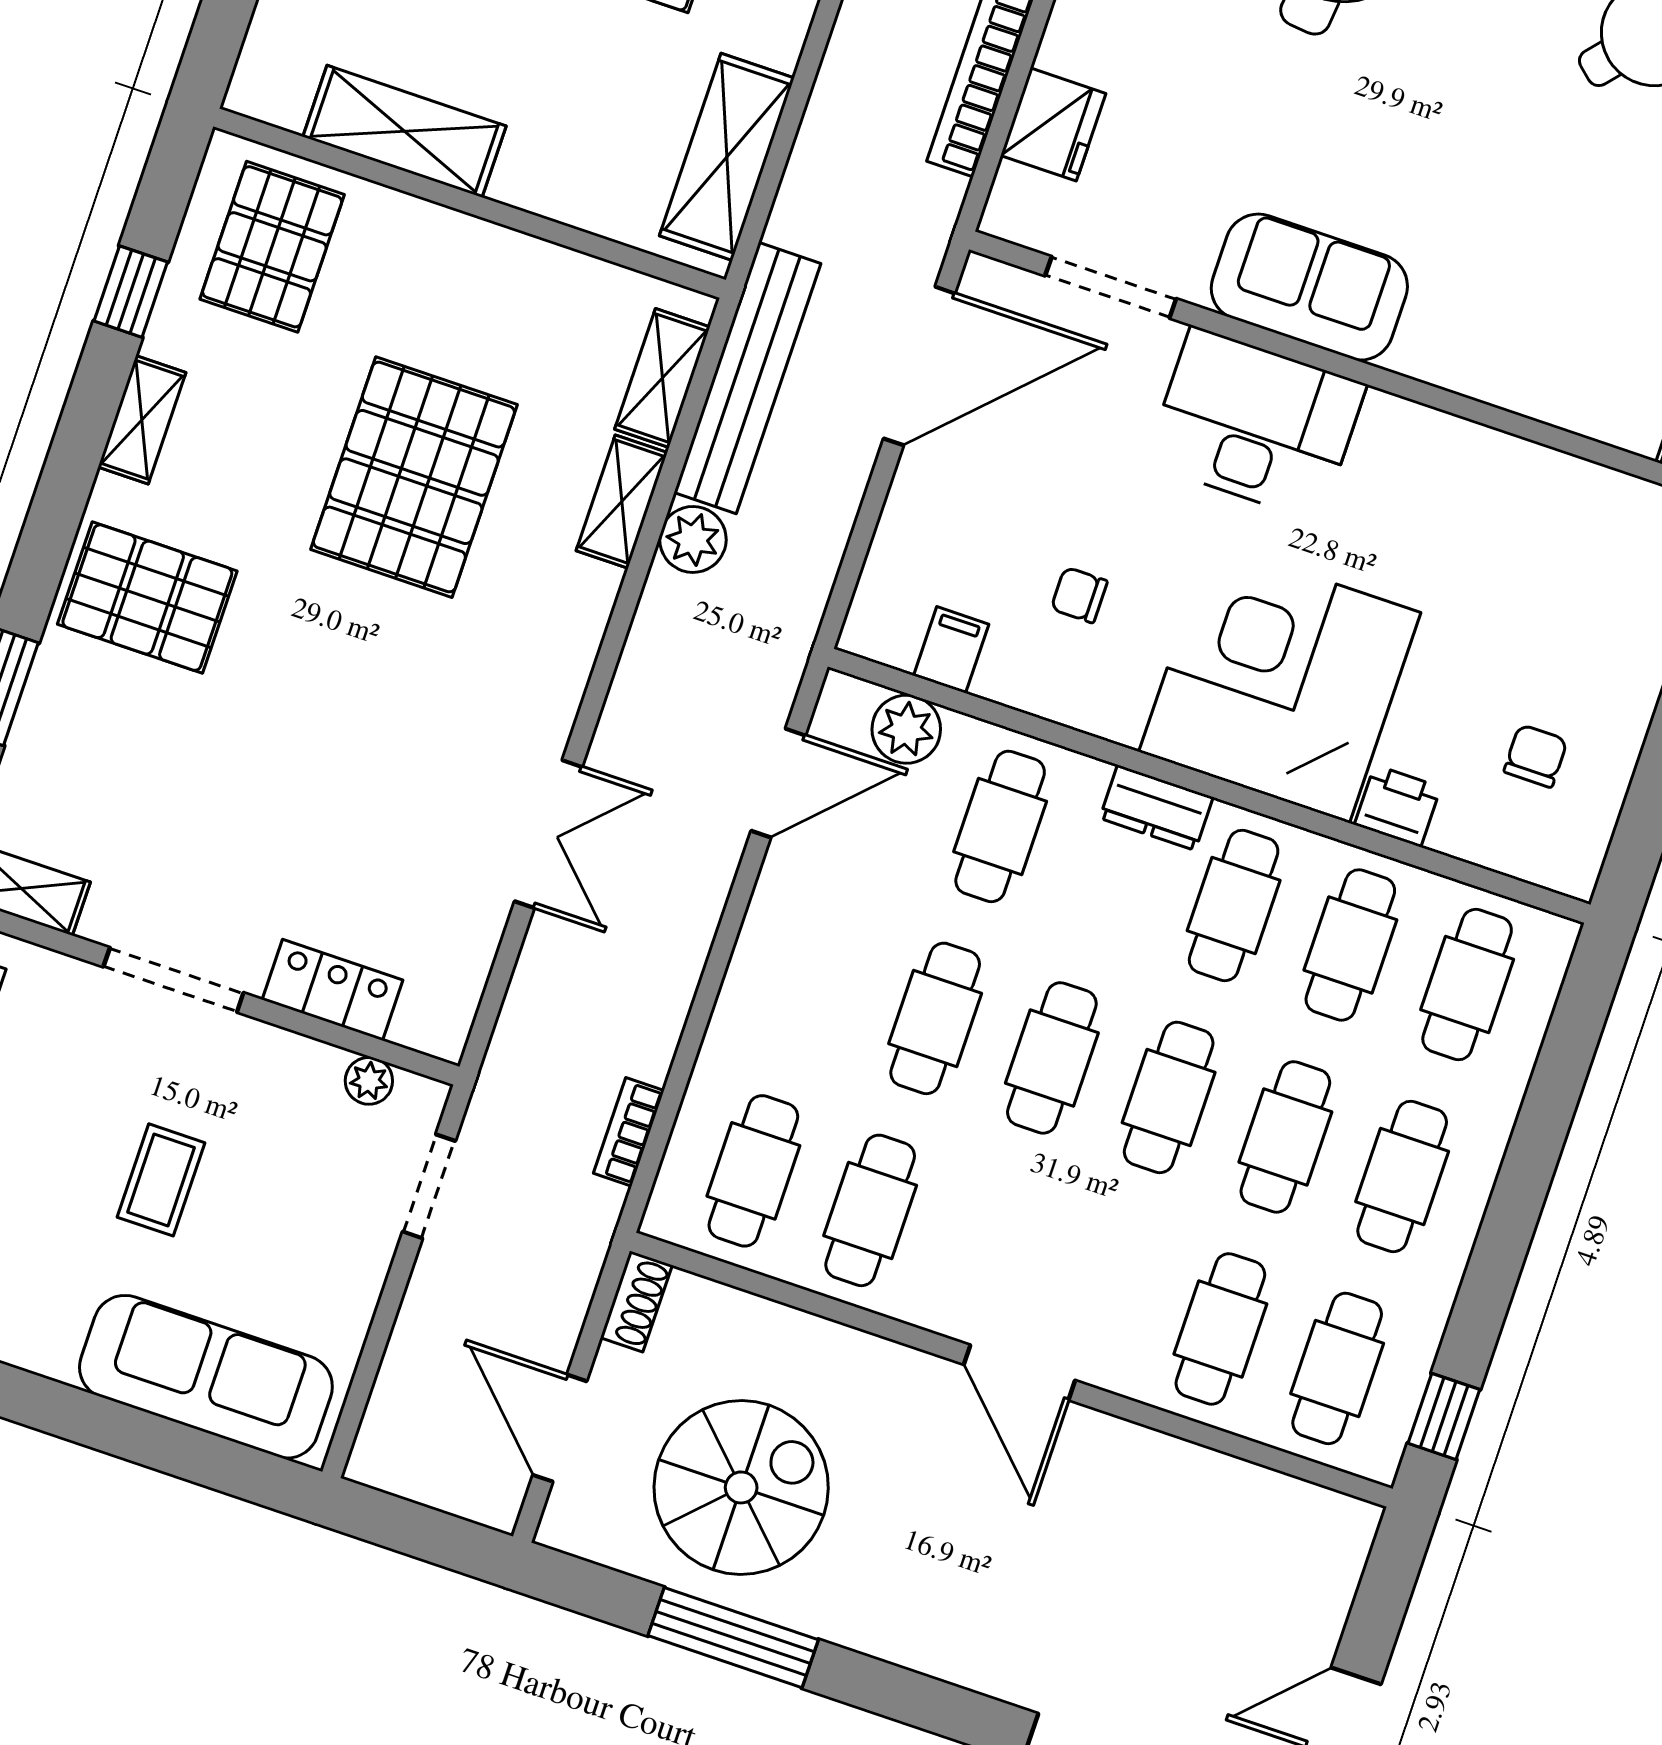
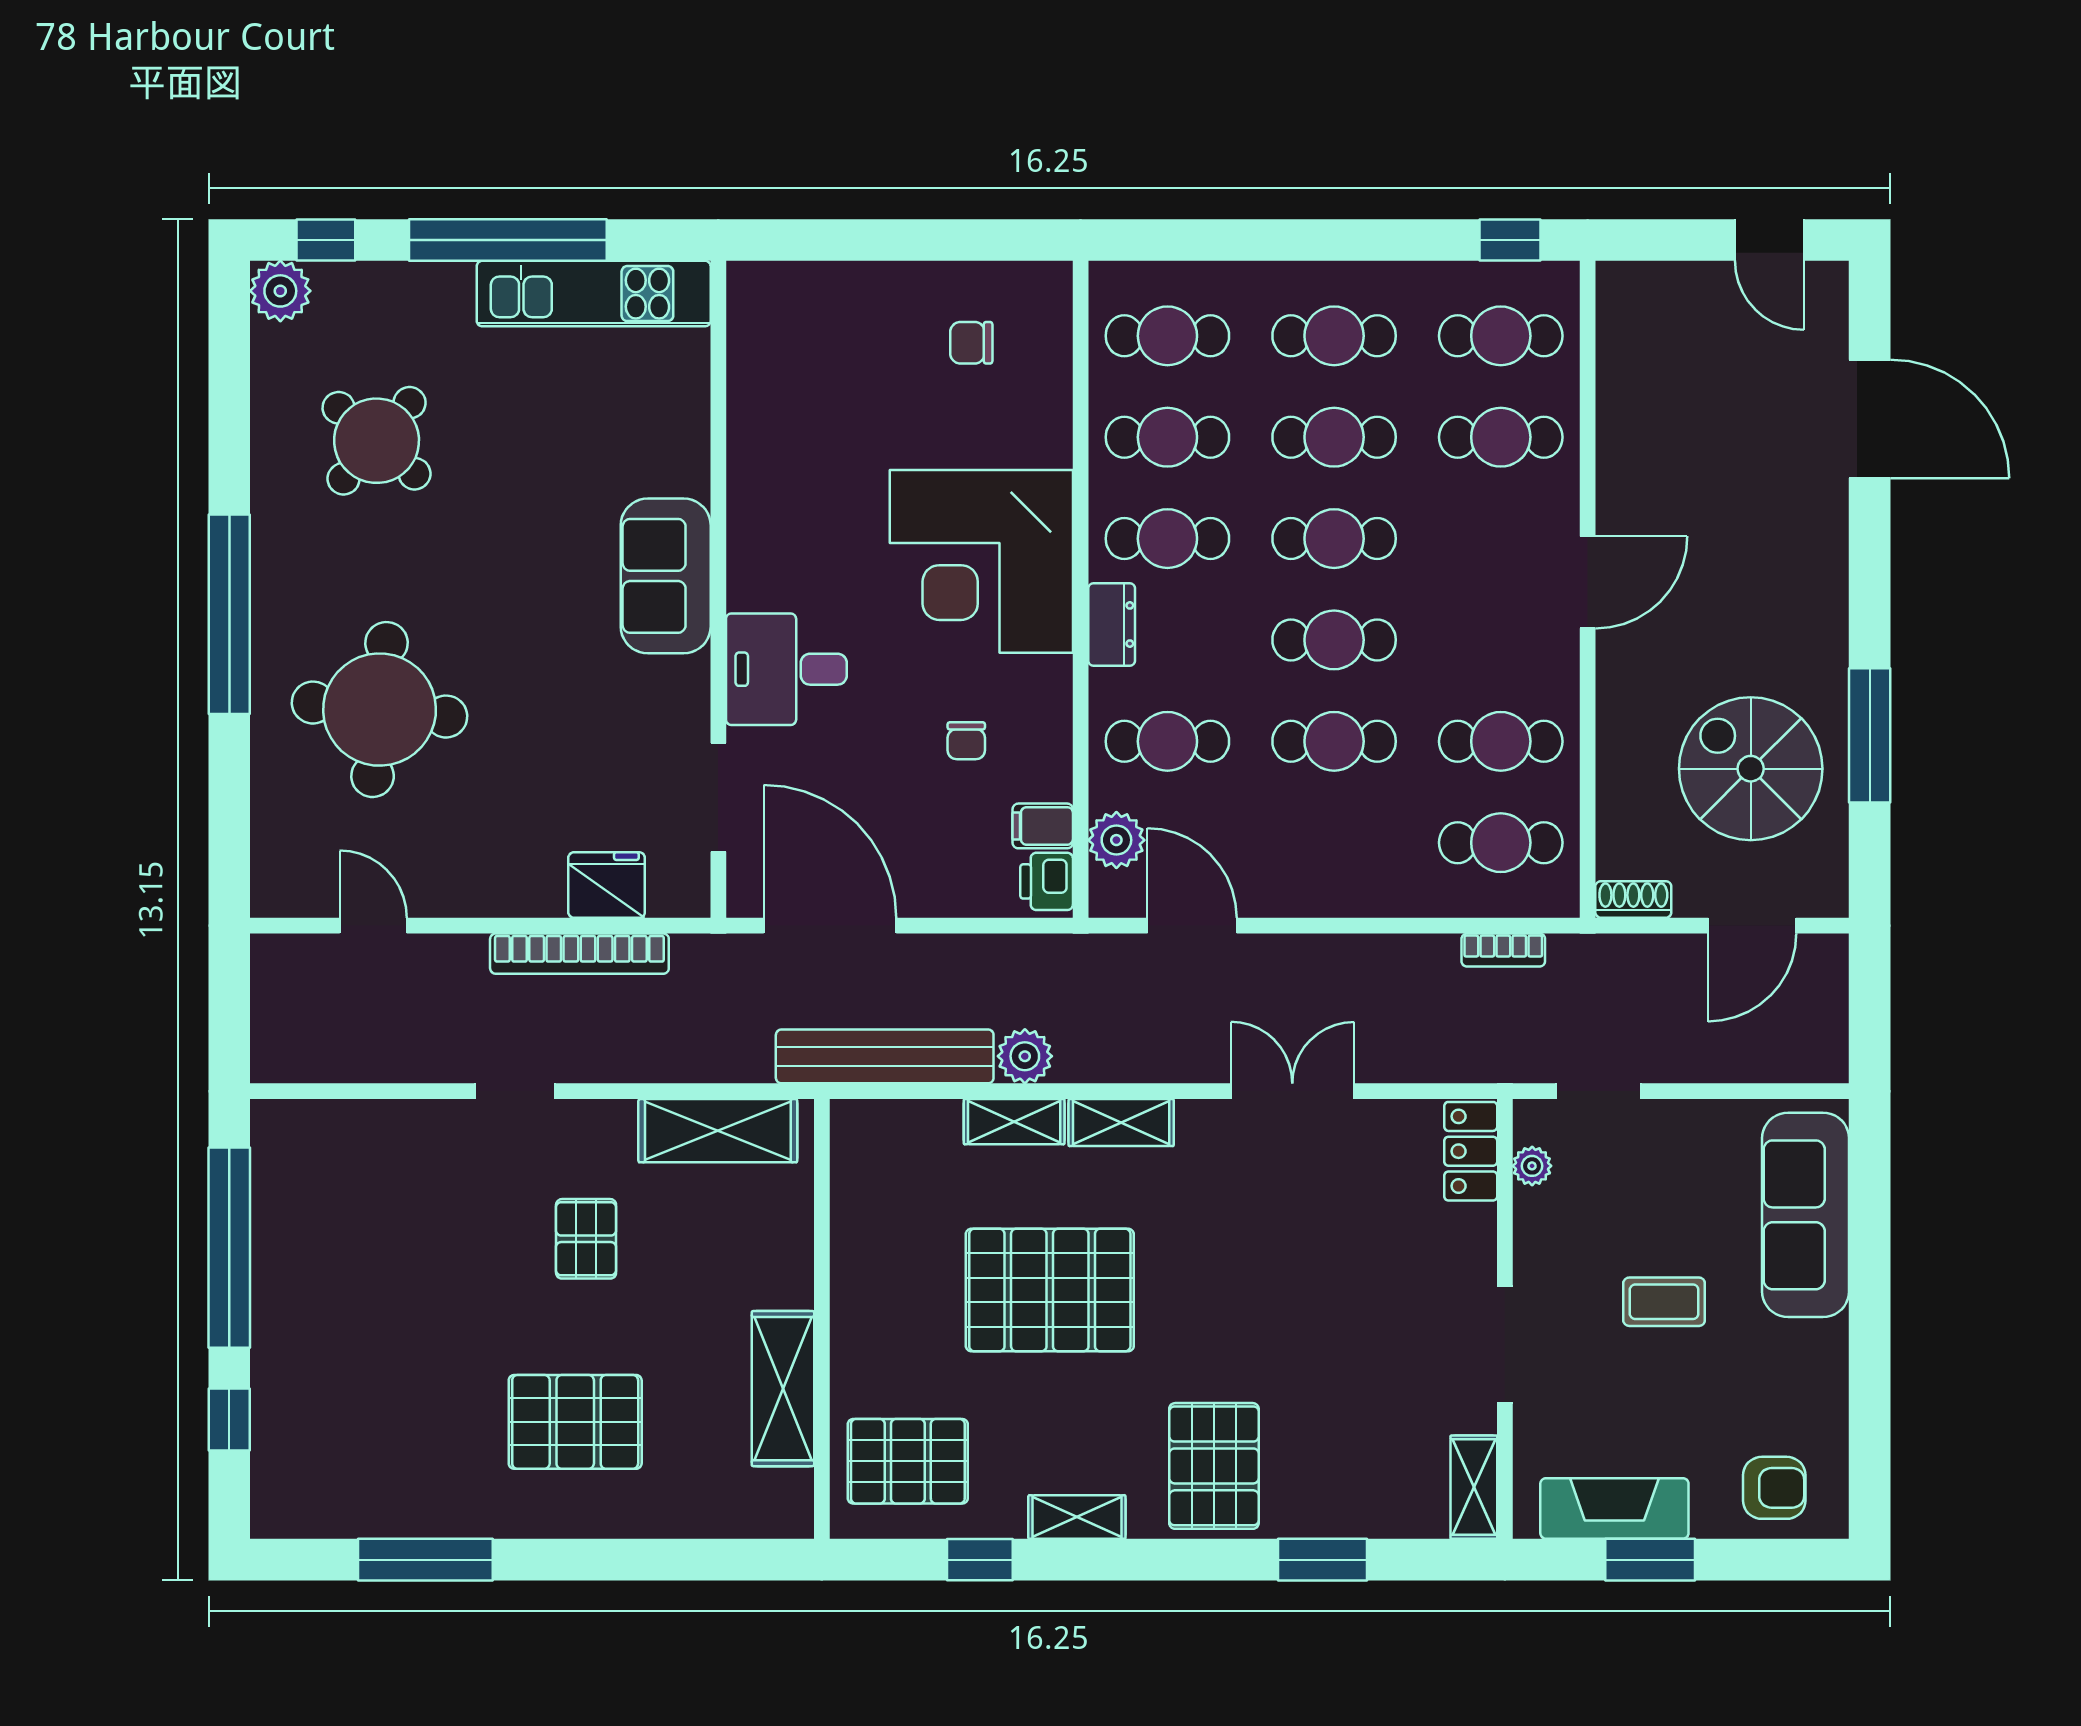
sofa: (1309, 287) -> (666, 576), moved
shelving: (662, 378) -> (1121, 1123), moved
desk: (1256, 424) -> (786, 669), width x0.73
printer: (1398, 806) -> (1047, 881), moved
locker: (332, 990) -> (1471, 1151), moved

